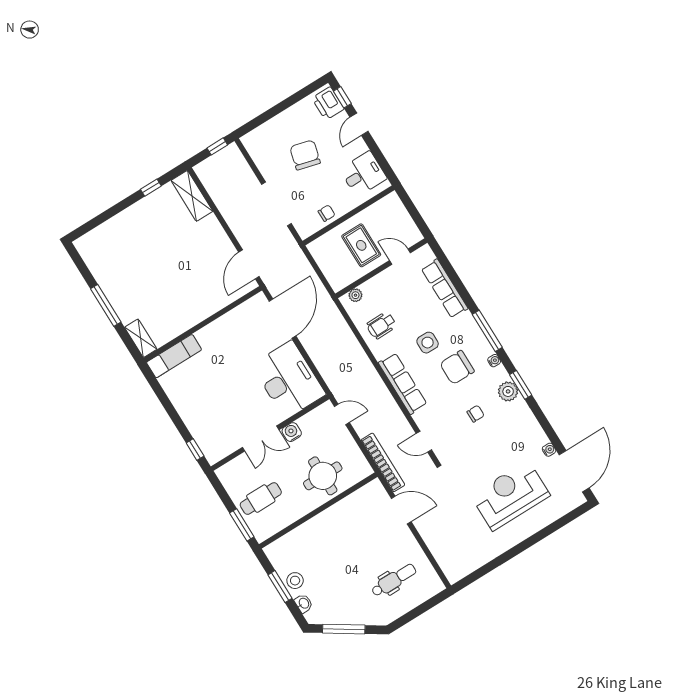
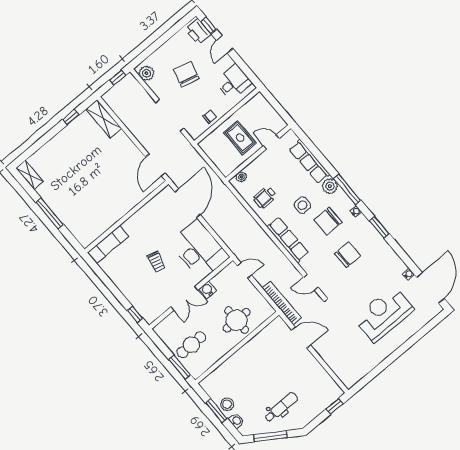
plant: (255, 146) -> (147, 73), added
shelving: (141, 338) -> (30, 175), moved
trolley: (232, 387) -> (156, 262), added
plant: (508, 391) -> (330, 186), moved
chair: (476, 414) -> (348, 255), width x1.87, depth x1.87
dental chair: (394, 580) -> (281, 407), moved
window: (431, 603) -> (334, 406), added

